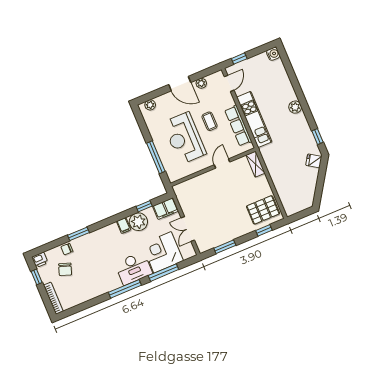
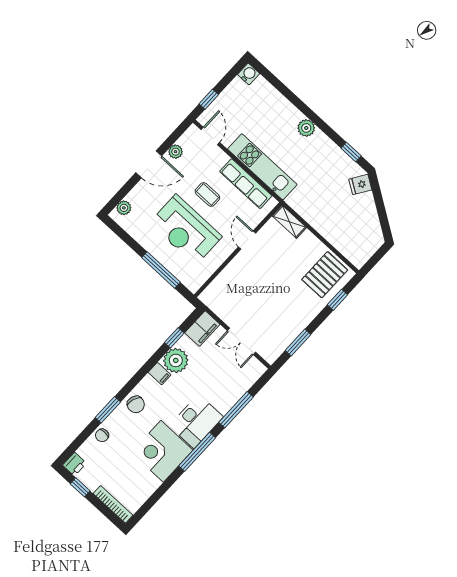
corner desk: (163, 252) -> (162, 451), moved
chair: (65, 269) -> (136, 404), moved

